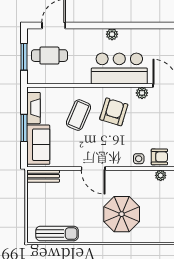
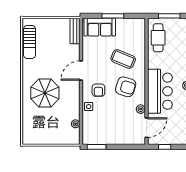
cafe table: (49, 56) -> (158, 38), moved
fireplace: (33, 108) -> (129, 23), removed
armchair: (159, 157) -> (98, 90), moved

